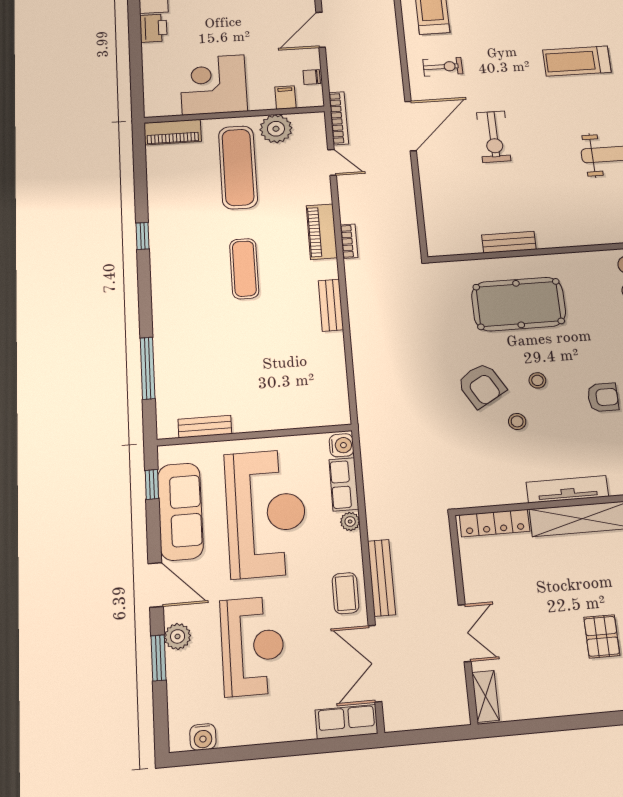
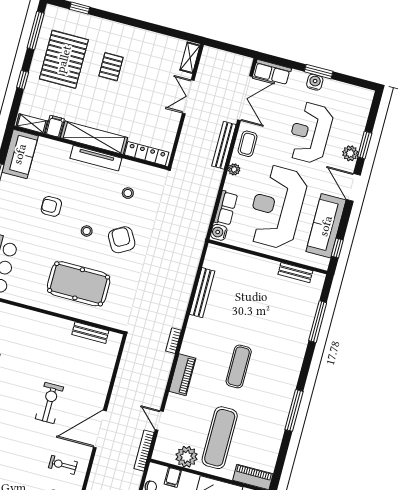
window: (143, 236) -> (294, 410), width x2.17
bookcase: (349, 241) -> (174, 341), moved
bench: (509, 242) -> (90, 333), moved
bench: (331, 305) -> (202, 293), moved, width x1.36
stool: (517, 421) -> (128, 193), moved
plant: (350, 521) -> (234, 169), moved
water cooler: (203, 737) -> (315, 82), moved
window: (272, 750) -> (319, 72), added

